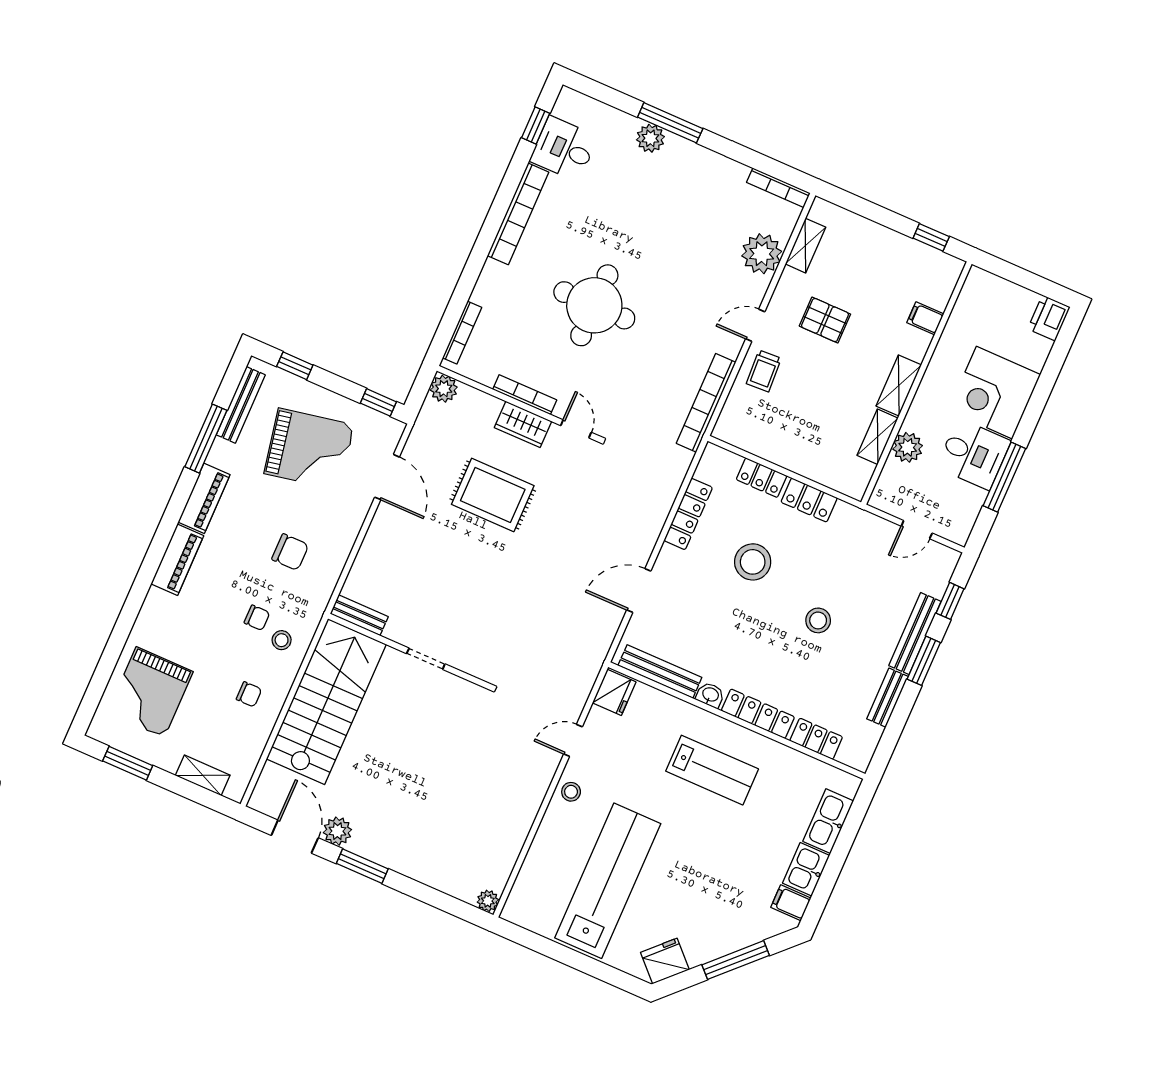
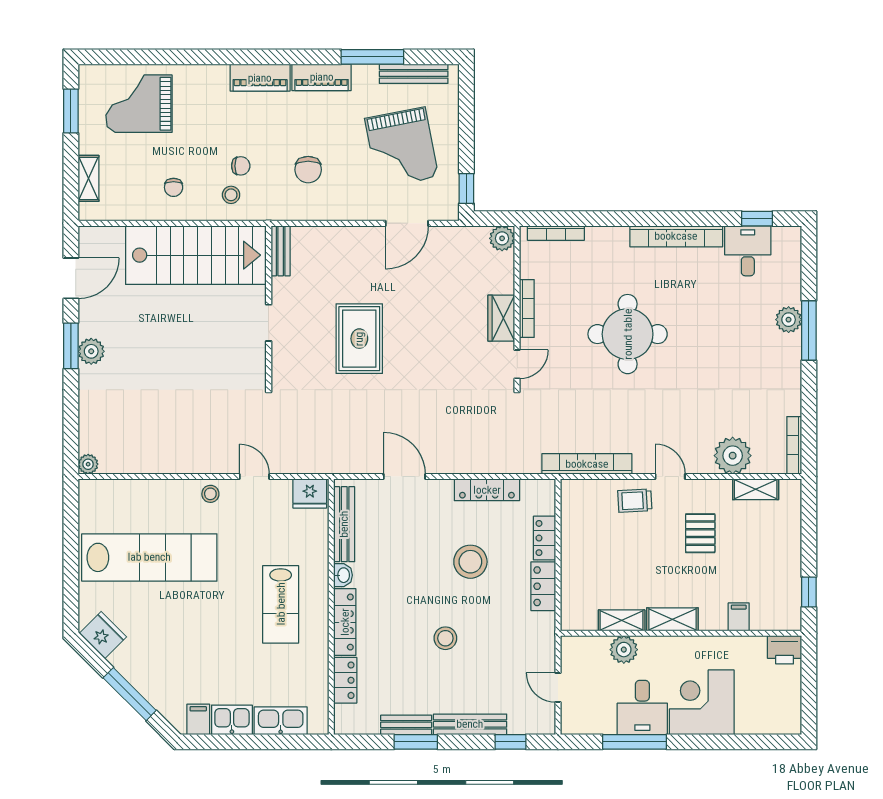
printer: (1049, 318) -> (785, 650), moved, turned 180
window: (295, 366) -> (466, 105), removed
rug: (493, 495) -> (359, 339), moved
chair: (257, 618) -> (241, 166), turned -90
window: (924, 661) -> (416, 742), moved
plant: (337, 831) -> (91, 351), moved

